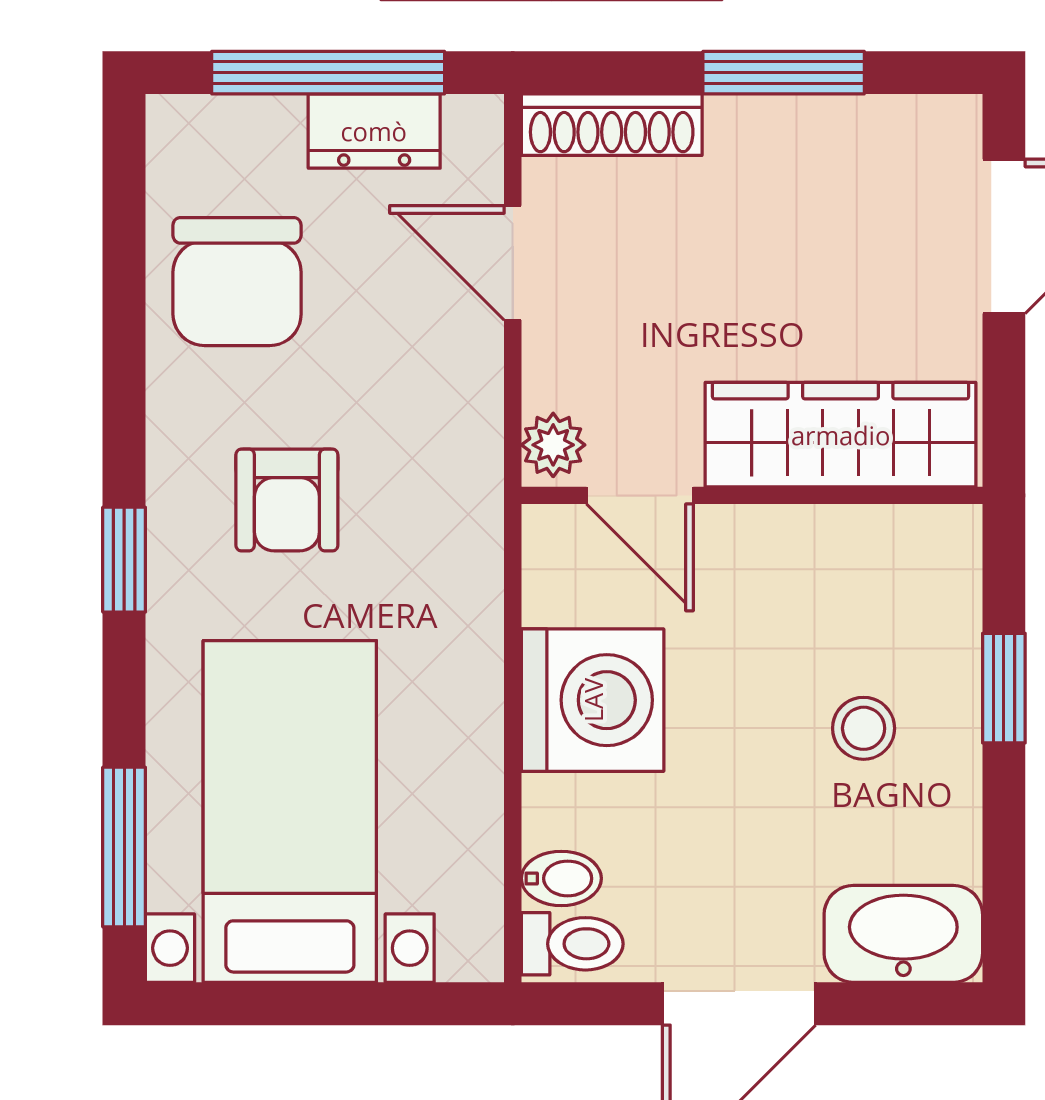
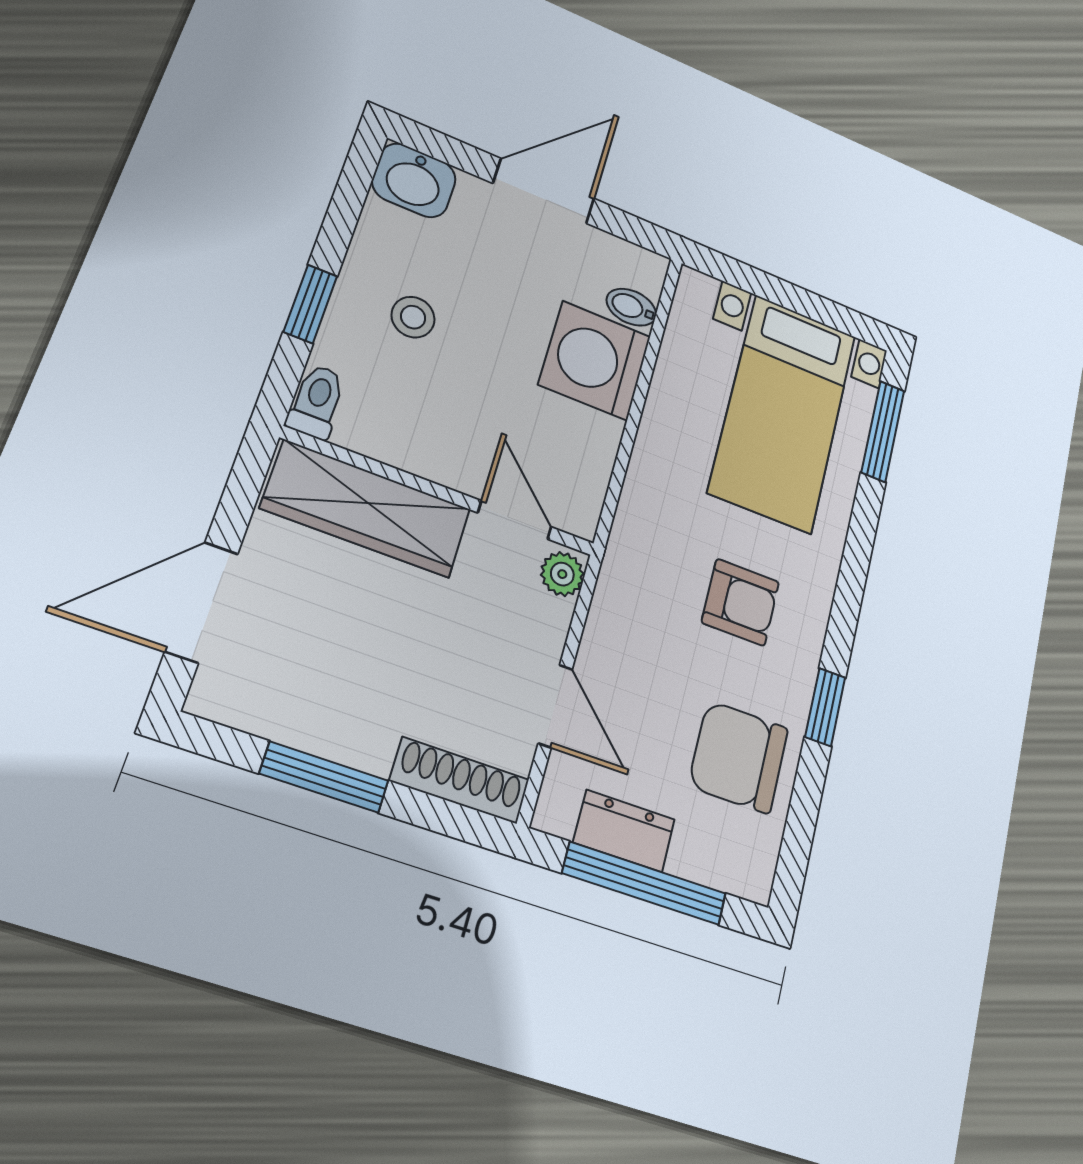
chair: (237, 282) -> (739, 757), turned -90
armchair: (287, 500) -> (740, 602), turned 90
window: (124, 560) -> (825, 707), moved
washing machine: (593, 700) -> (595, 360), moved
washbasin: (903, 934) -> (414, 180), width x0.72
toilet: (572, 944) -> (317, 401), moved, turned 90

